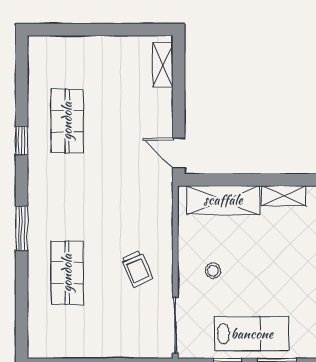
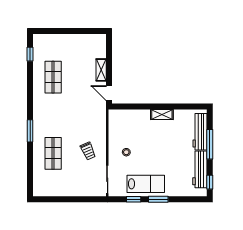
shelving: (163, 65) -> (101, 70), moved
window: (22, 141) -> (30, 54), moved
shelving: (223, 200) -> (131, 117), removed

